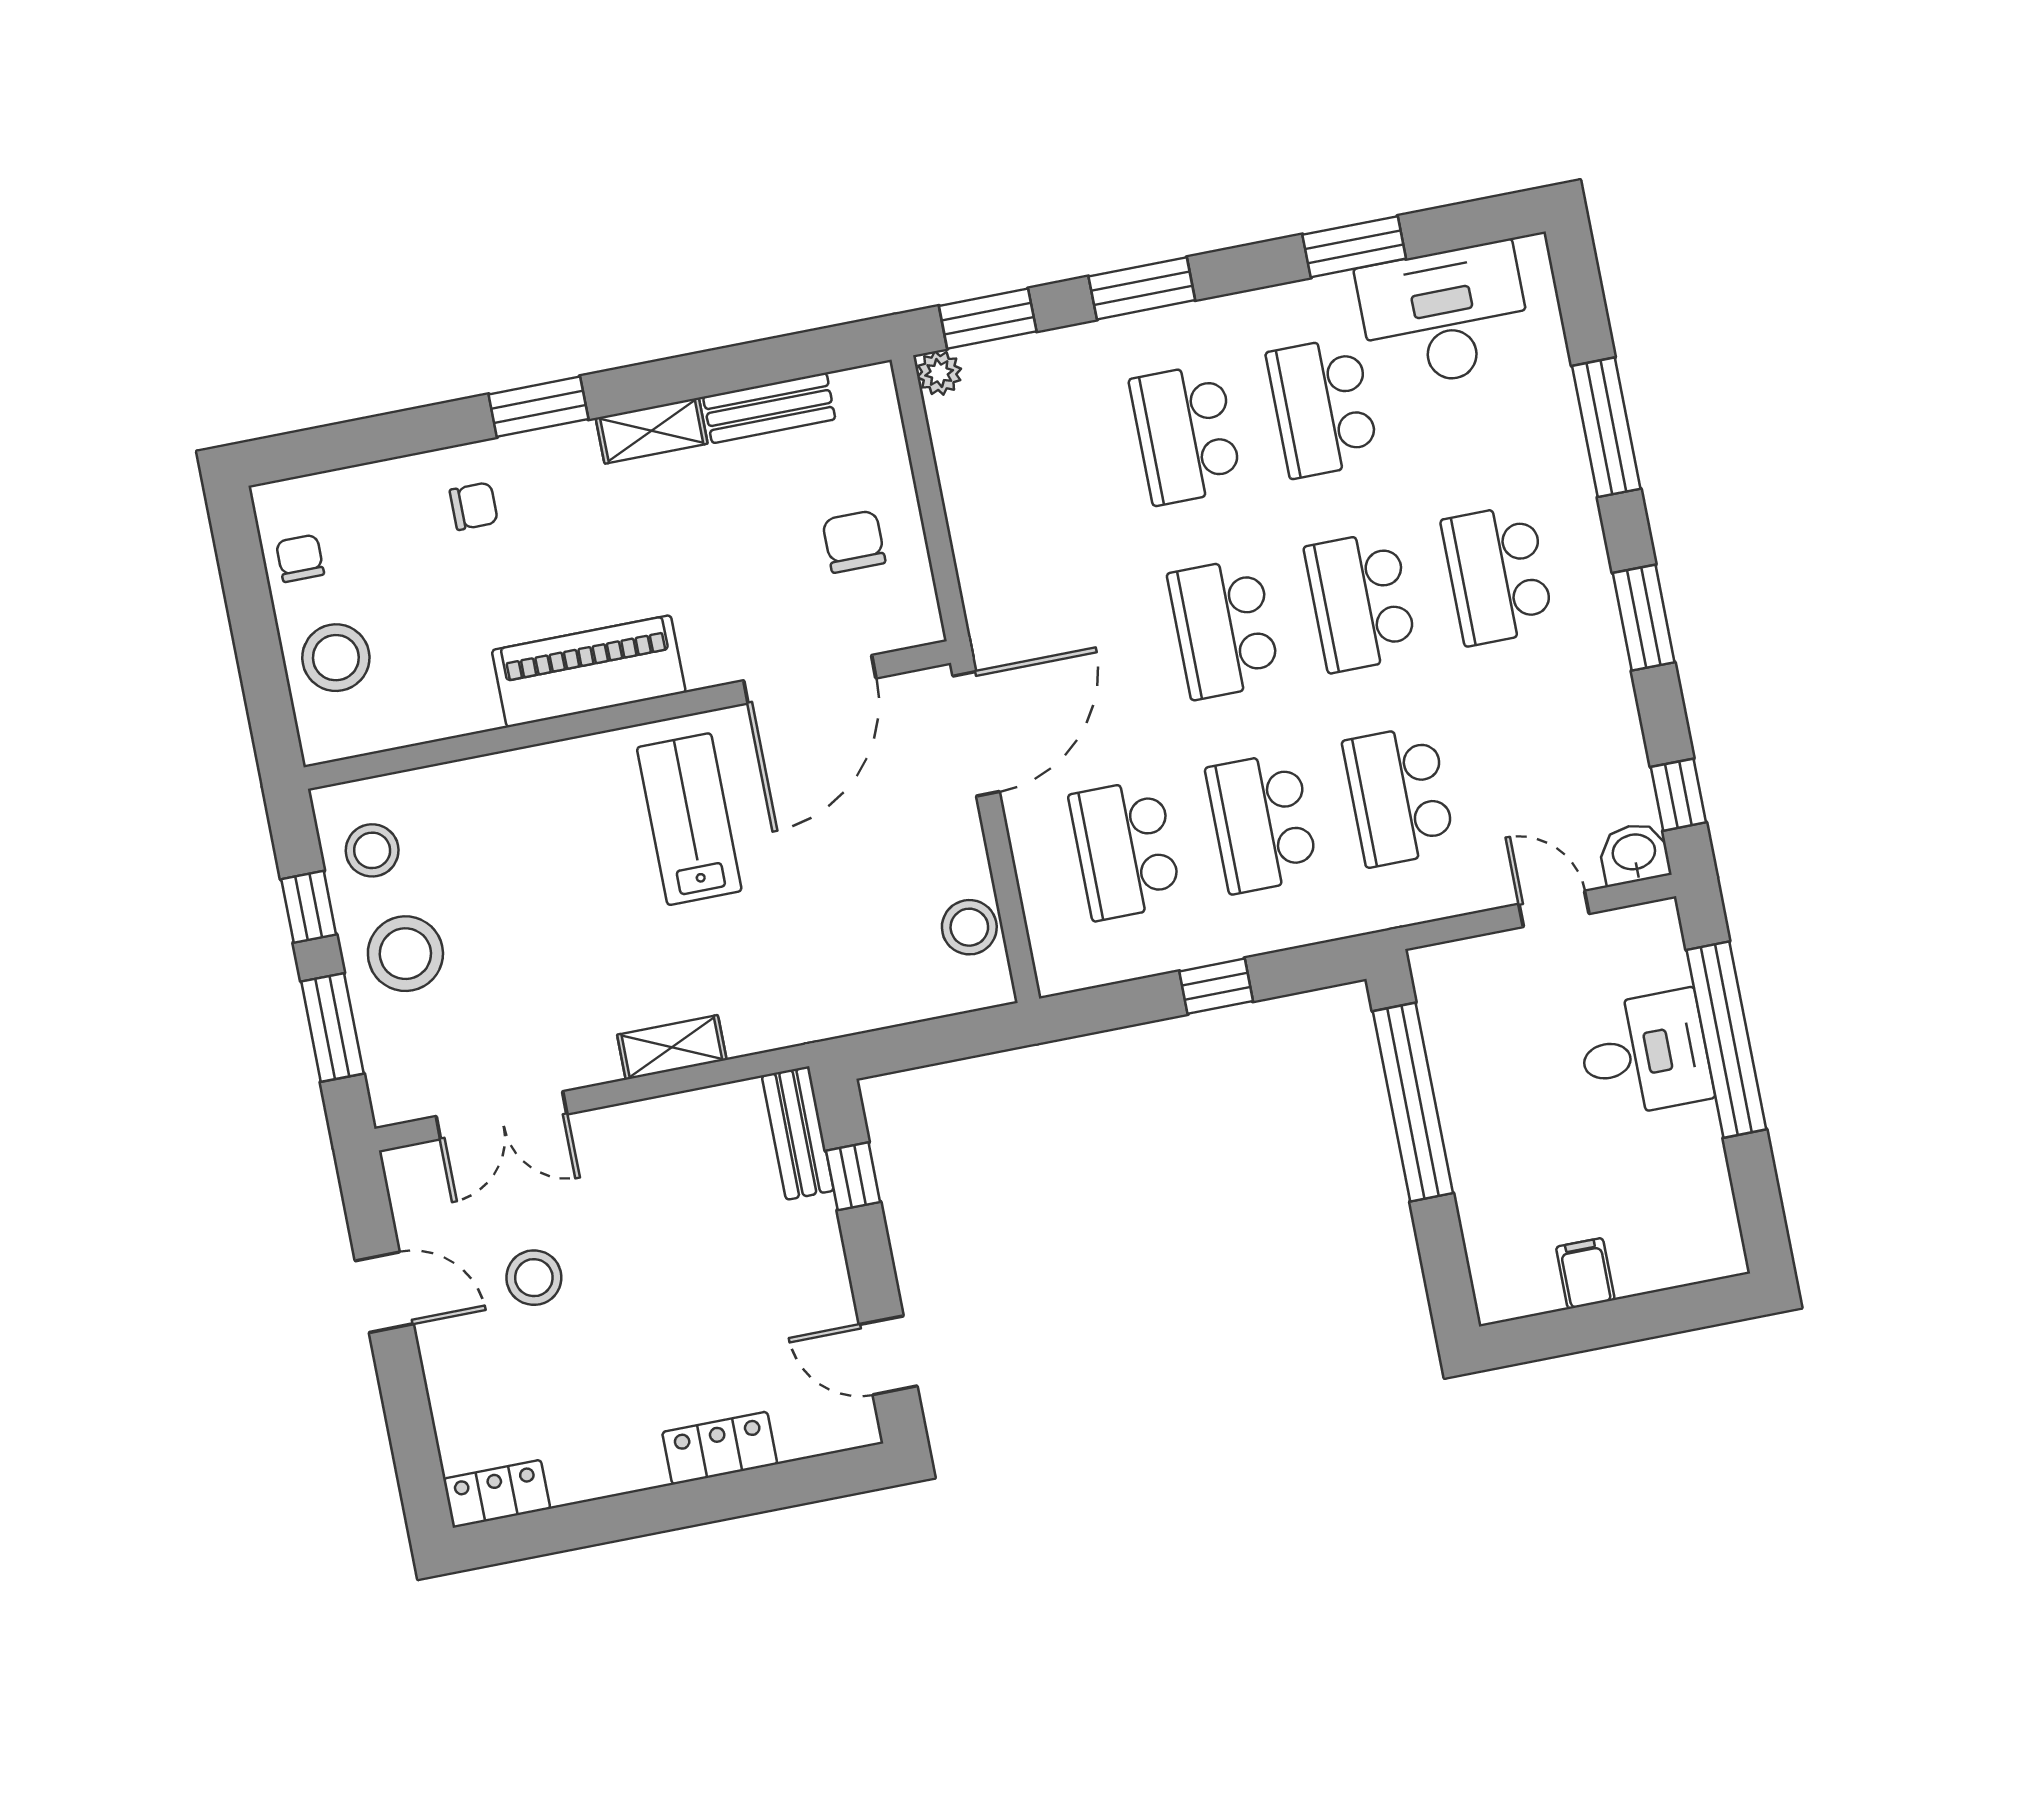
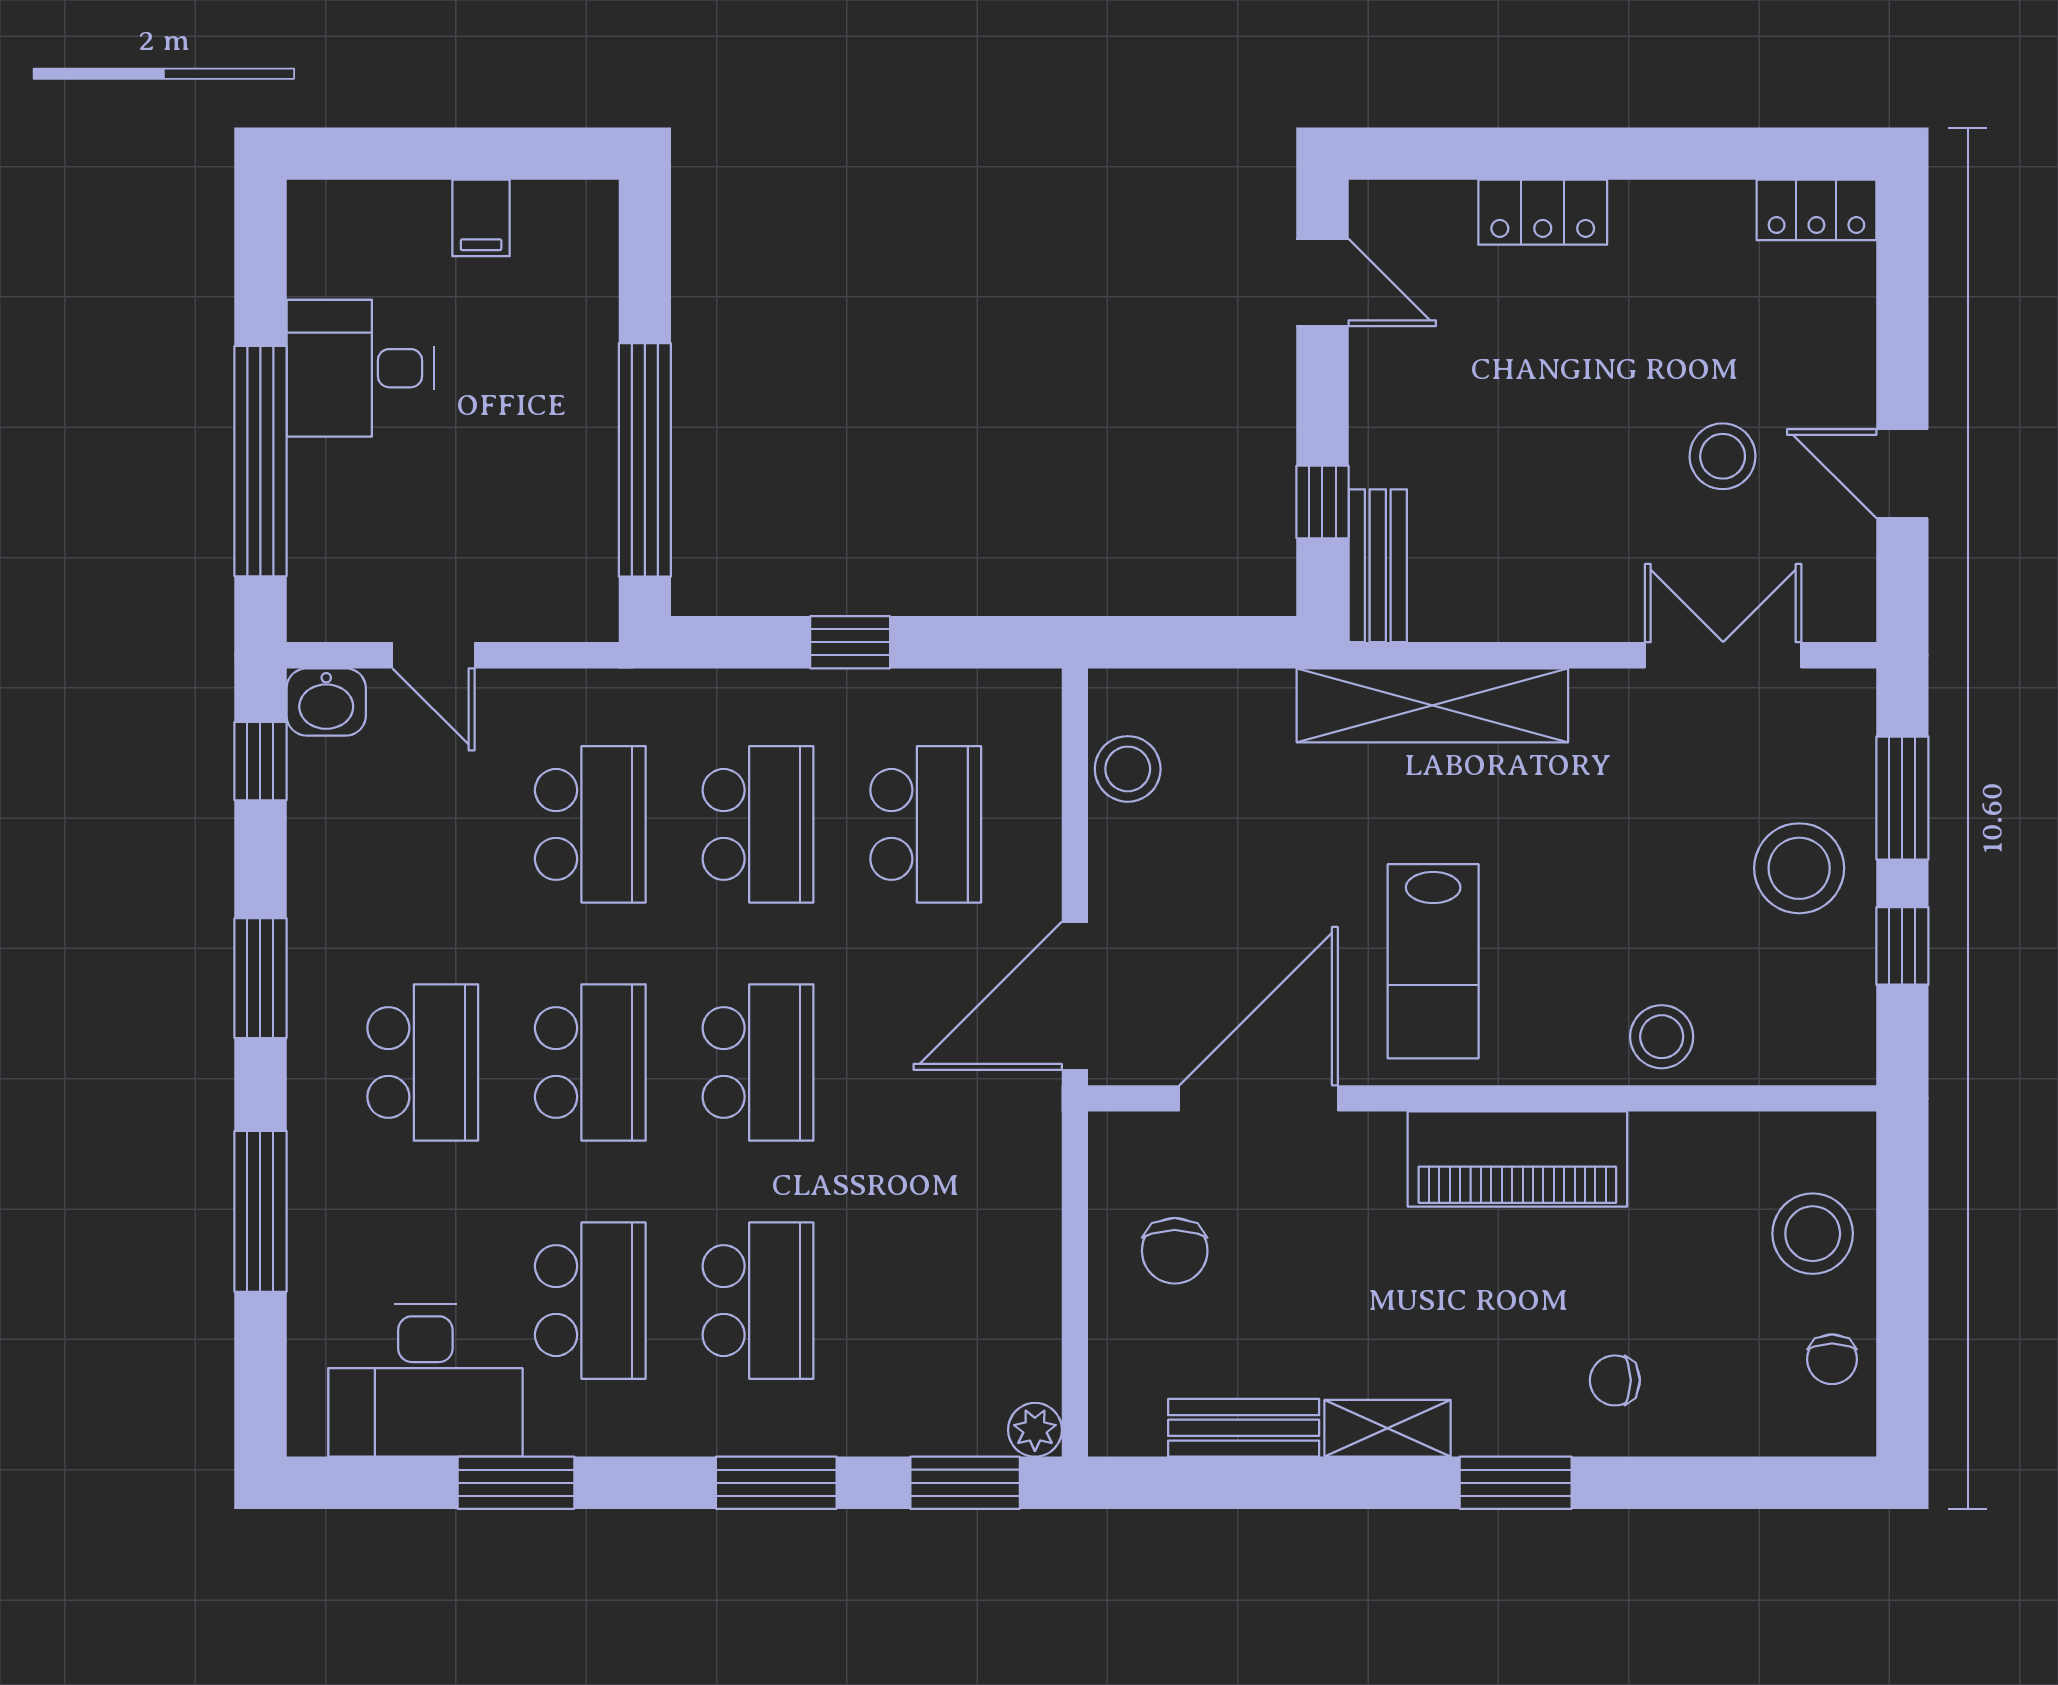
stool: (372, 850) -> (1662, 1037), moved
shelving: (672, 1047) -> (1432, 705), width x2.20, depth x1.33
desk: (1645, 1054) -> (360, 368), moved

